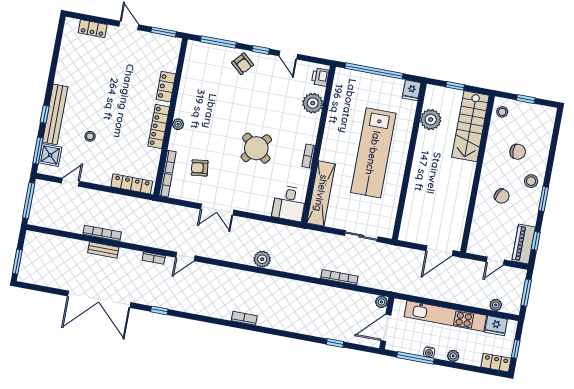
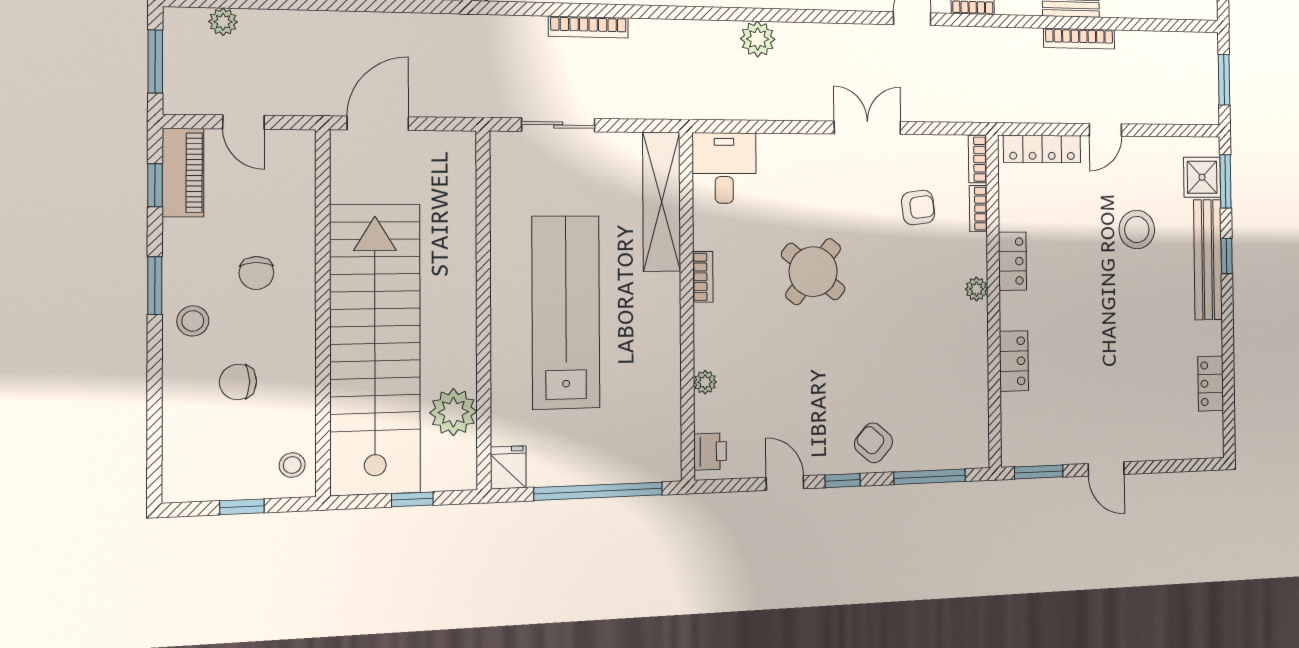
locker: (93, 29) -> (1211, 384), moved, turned -90
plant: (313, 103) -> (705, 382), width x0.53, depth x0.53
locker: (159, 126) -> (1012, 261), width x0.66
stairs: (470, 126) -> (375, 349), width x1.86, depth x1.51
stool: (90, 136) -> (1137, 229), width x1.89, depth x1.89
door: (70, 182) -> (1105, 130), moved
chair: (502, 196) -> (256, 273), turned -116
window: (29, 200) -> (1224, 80), width x0.69
door: (495, 261) -> (244, 122), swing flipped

